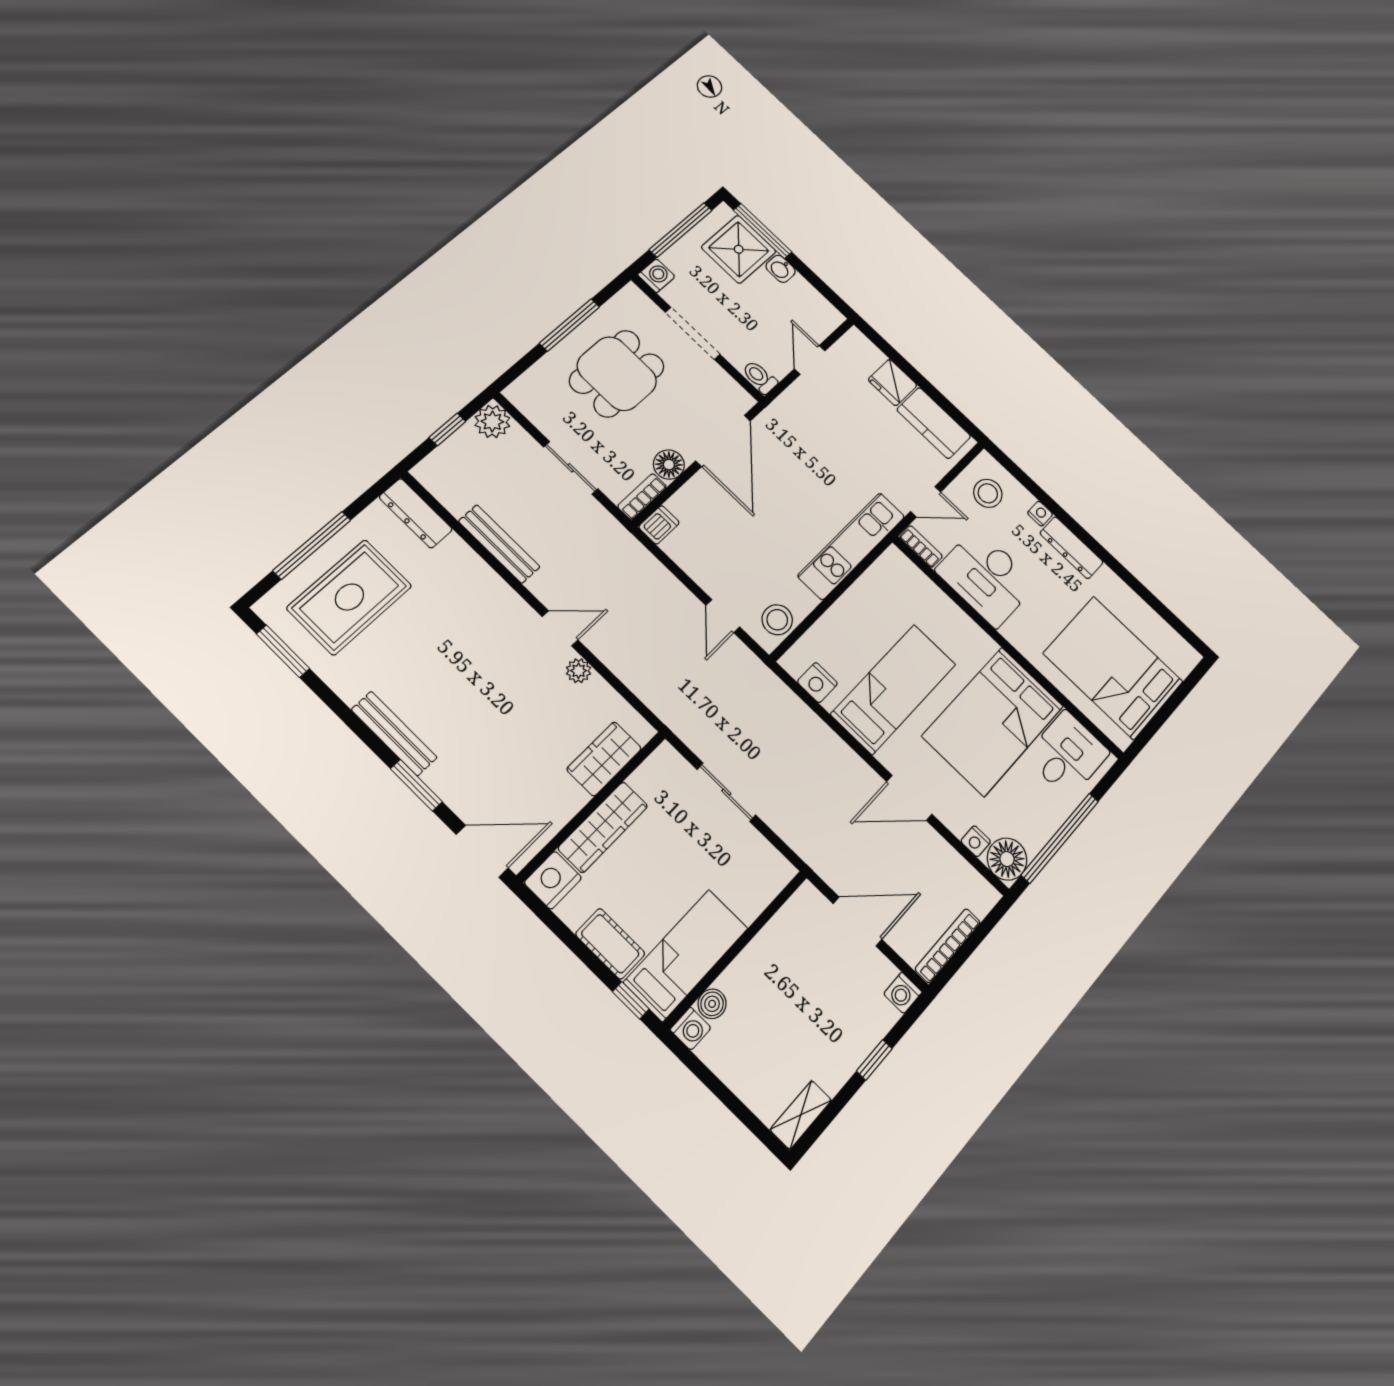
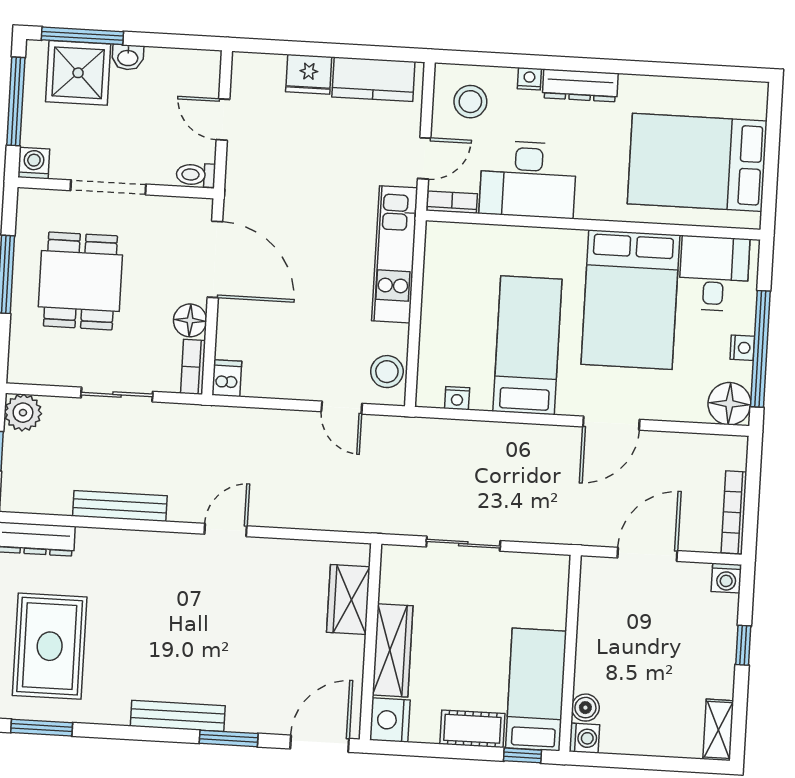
plant: (579, 671) -> (269, 550), removed
nightstand: (817, 683) -> (457, 398), width x0.72, depth x0.74
nightstand: (976, 841) -> (742, 348), moved, turned -90

